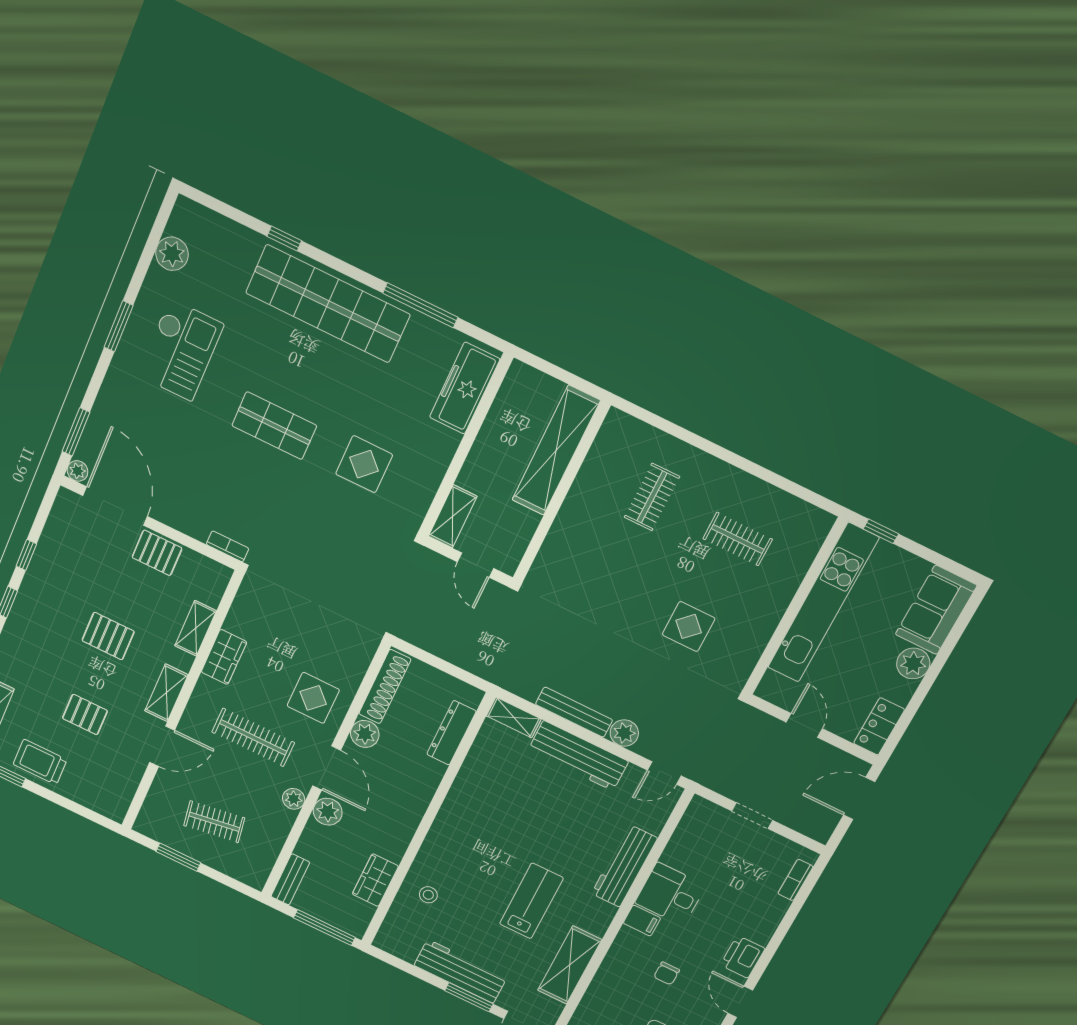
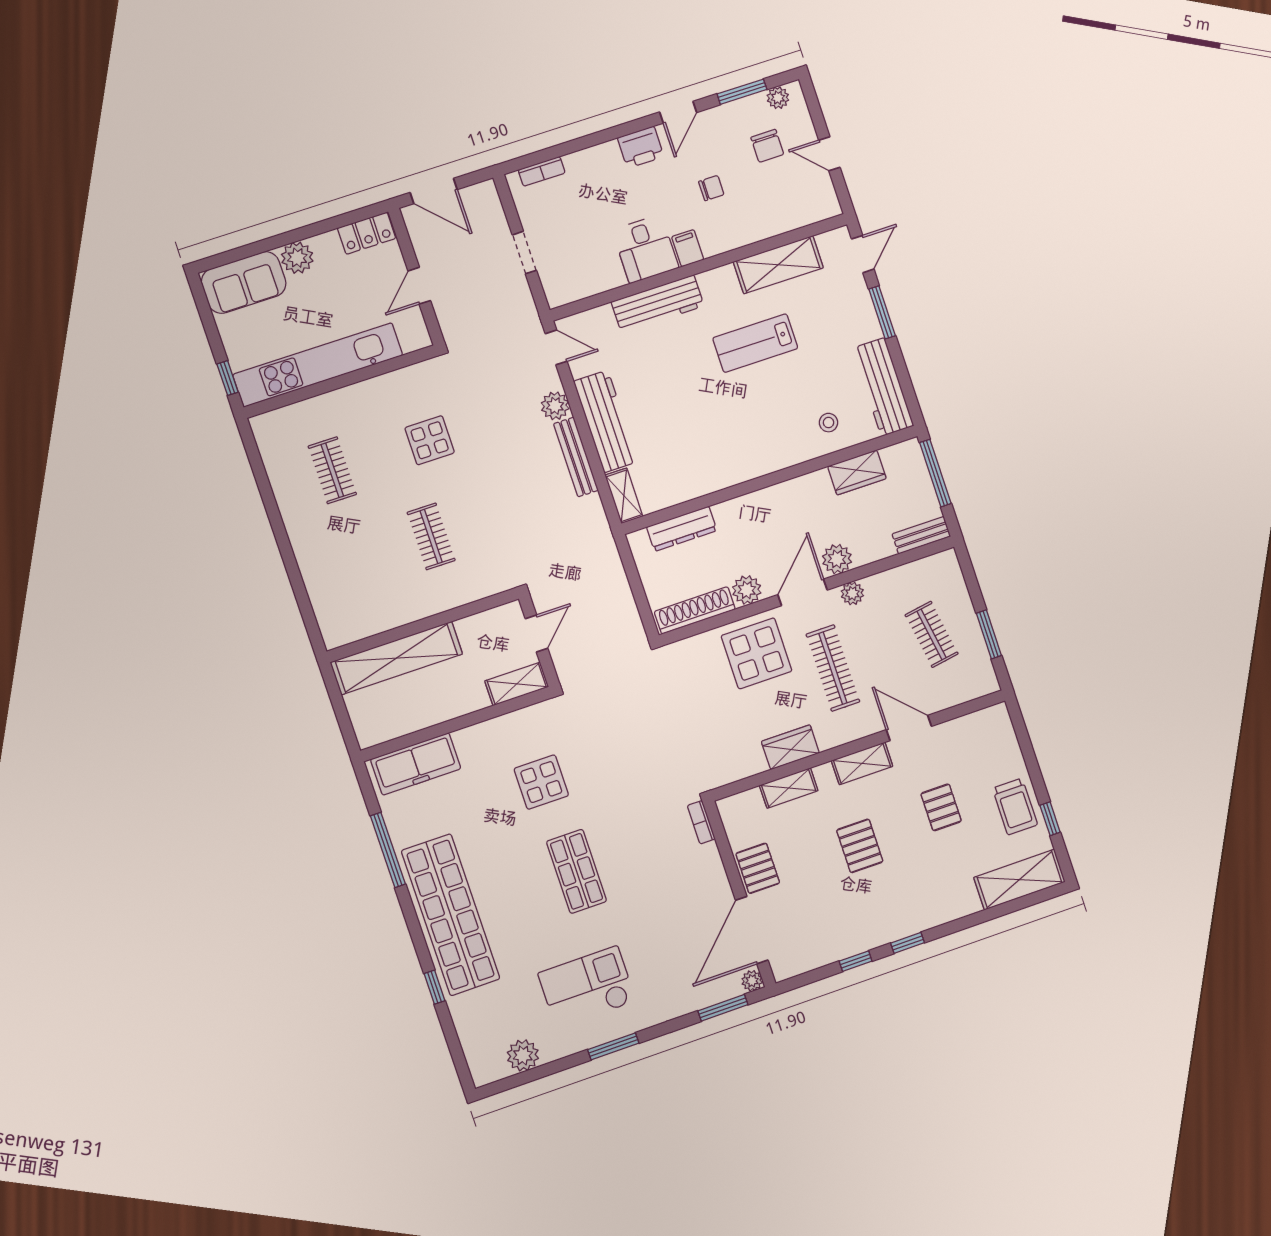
clothes rail: (652, 497) -> (431, 536), moved, turned 90
display table: (313, 698) -> (757, 653), width x1.36, depth x1.36
workbench: (460, 971) -> (883, 387), moved

